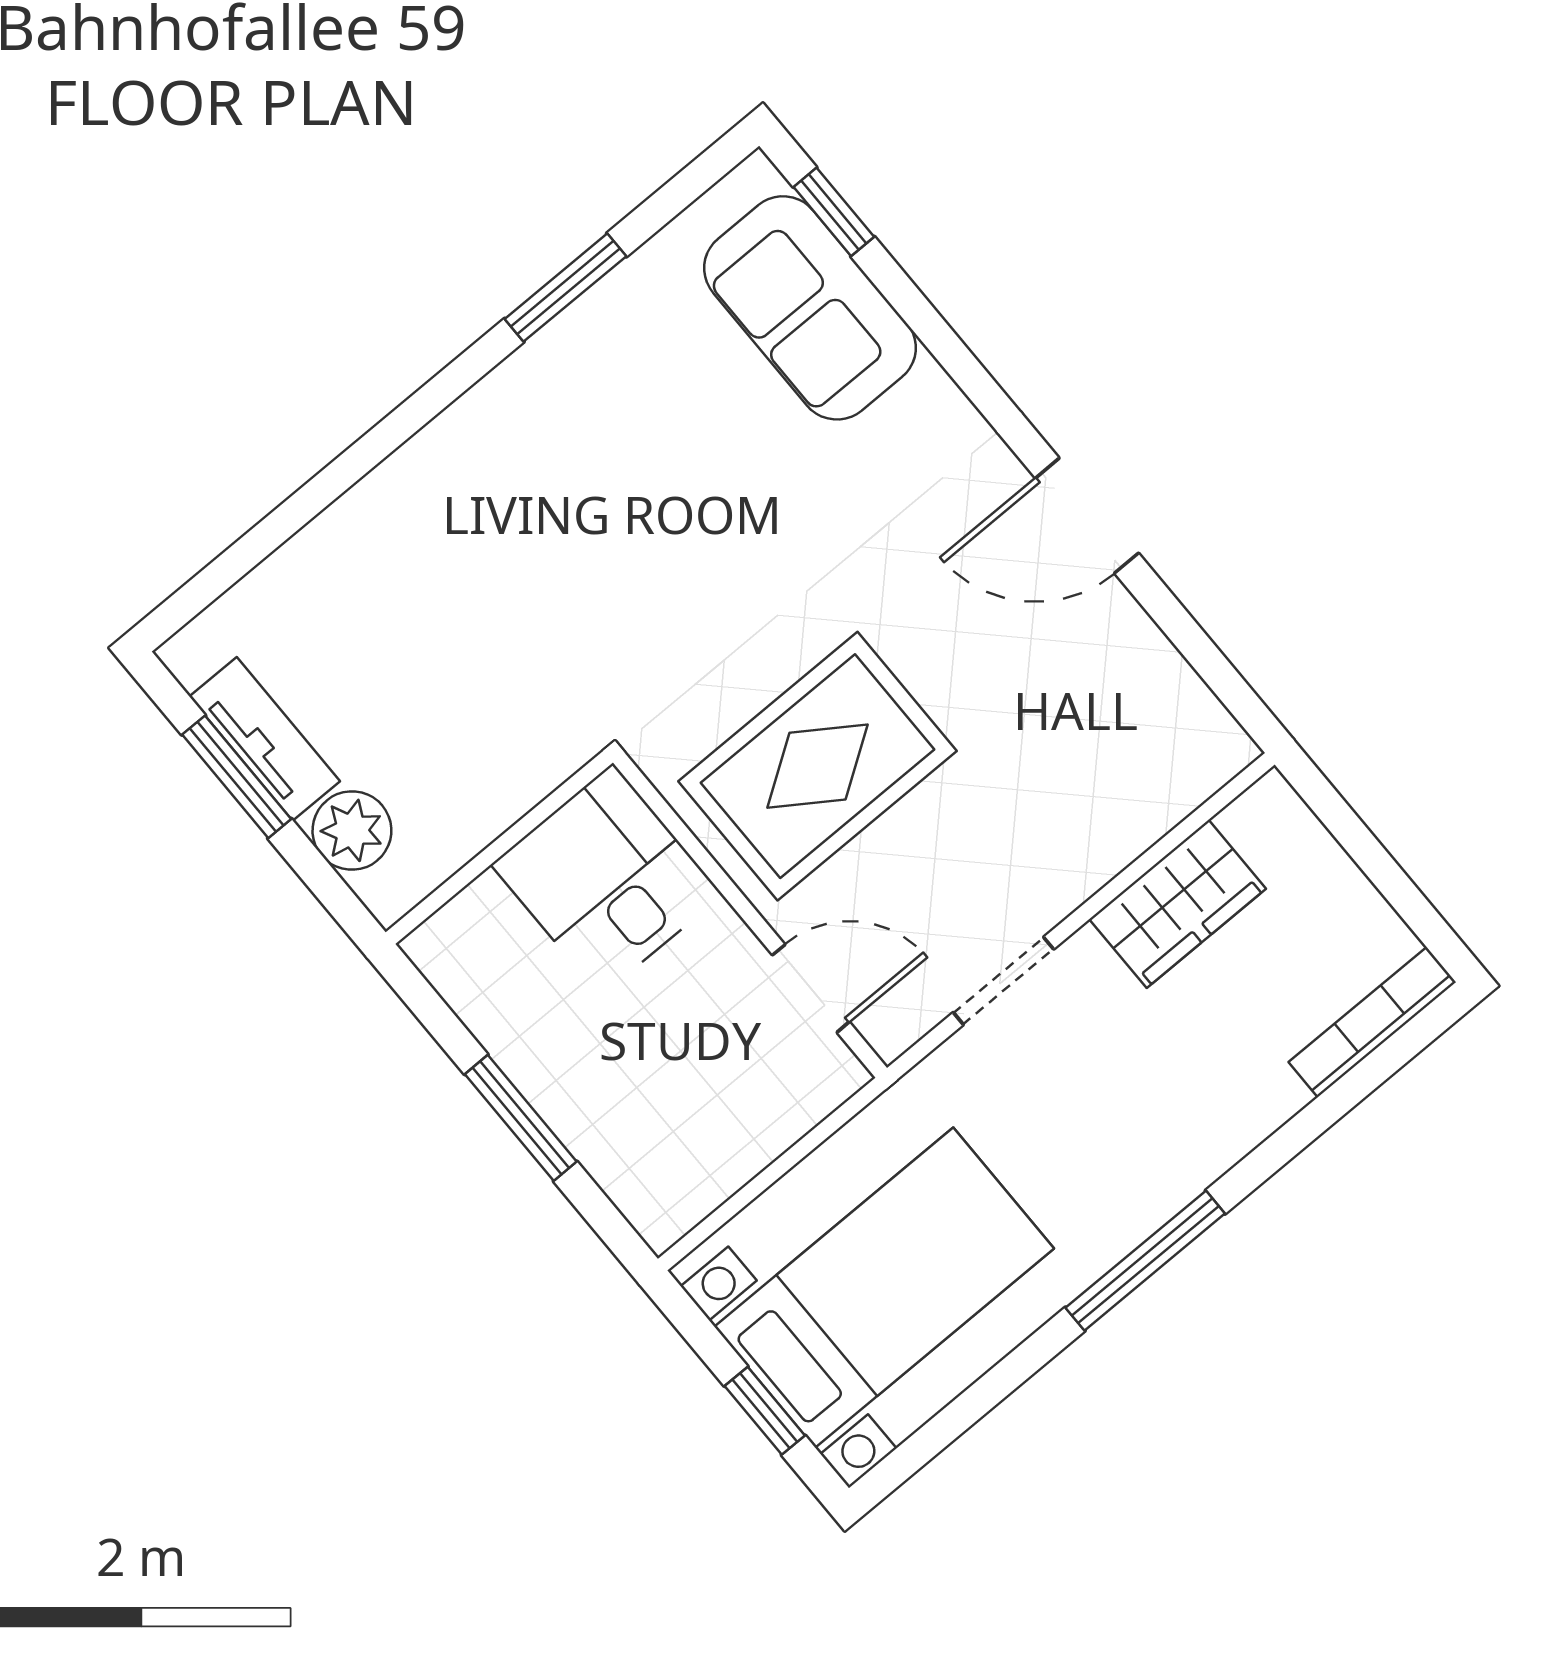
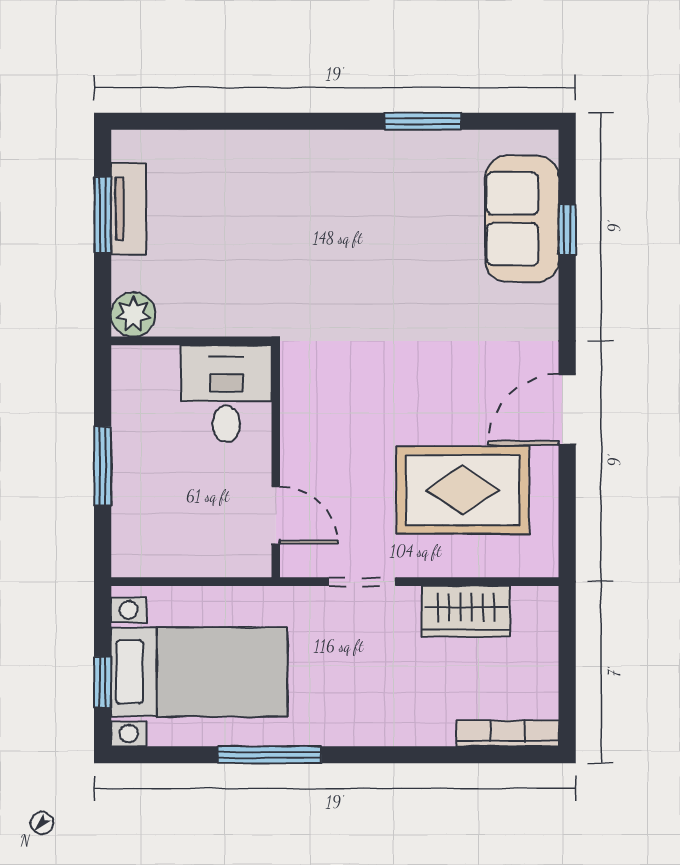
window: (834, 212) -> (567, 230), moved
door: (1087, 516) -> (567, 410), hinge flipped
rug: (818, 766) -> (463, 490), moved
plant: (352, 830) -> (133, 314), moved
window: (1145, 1261) -> (269, 755), moved

